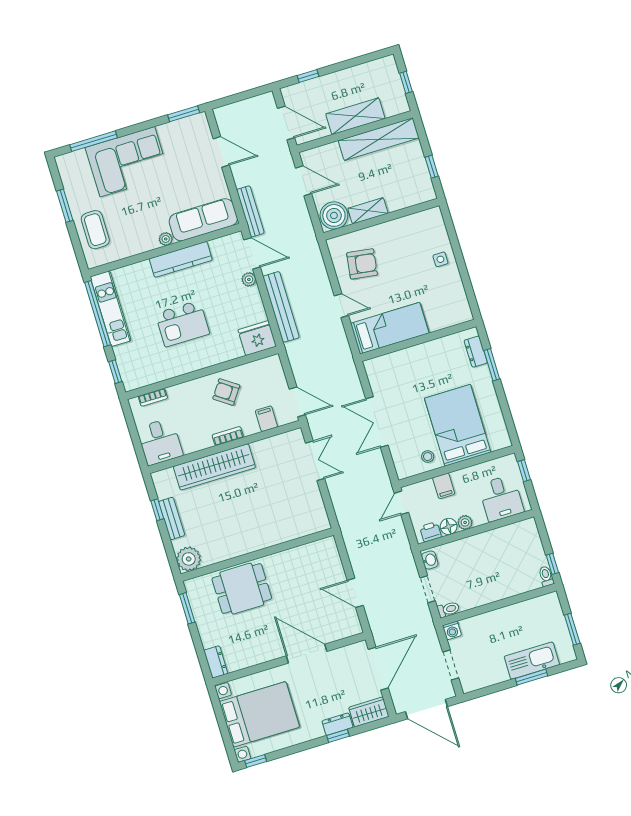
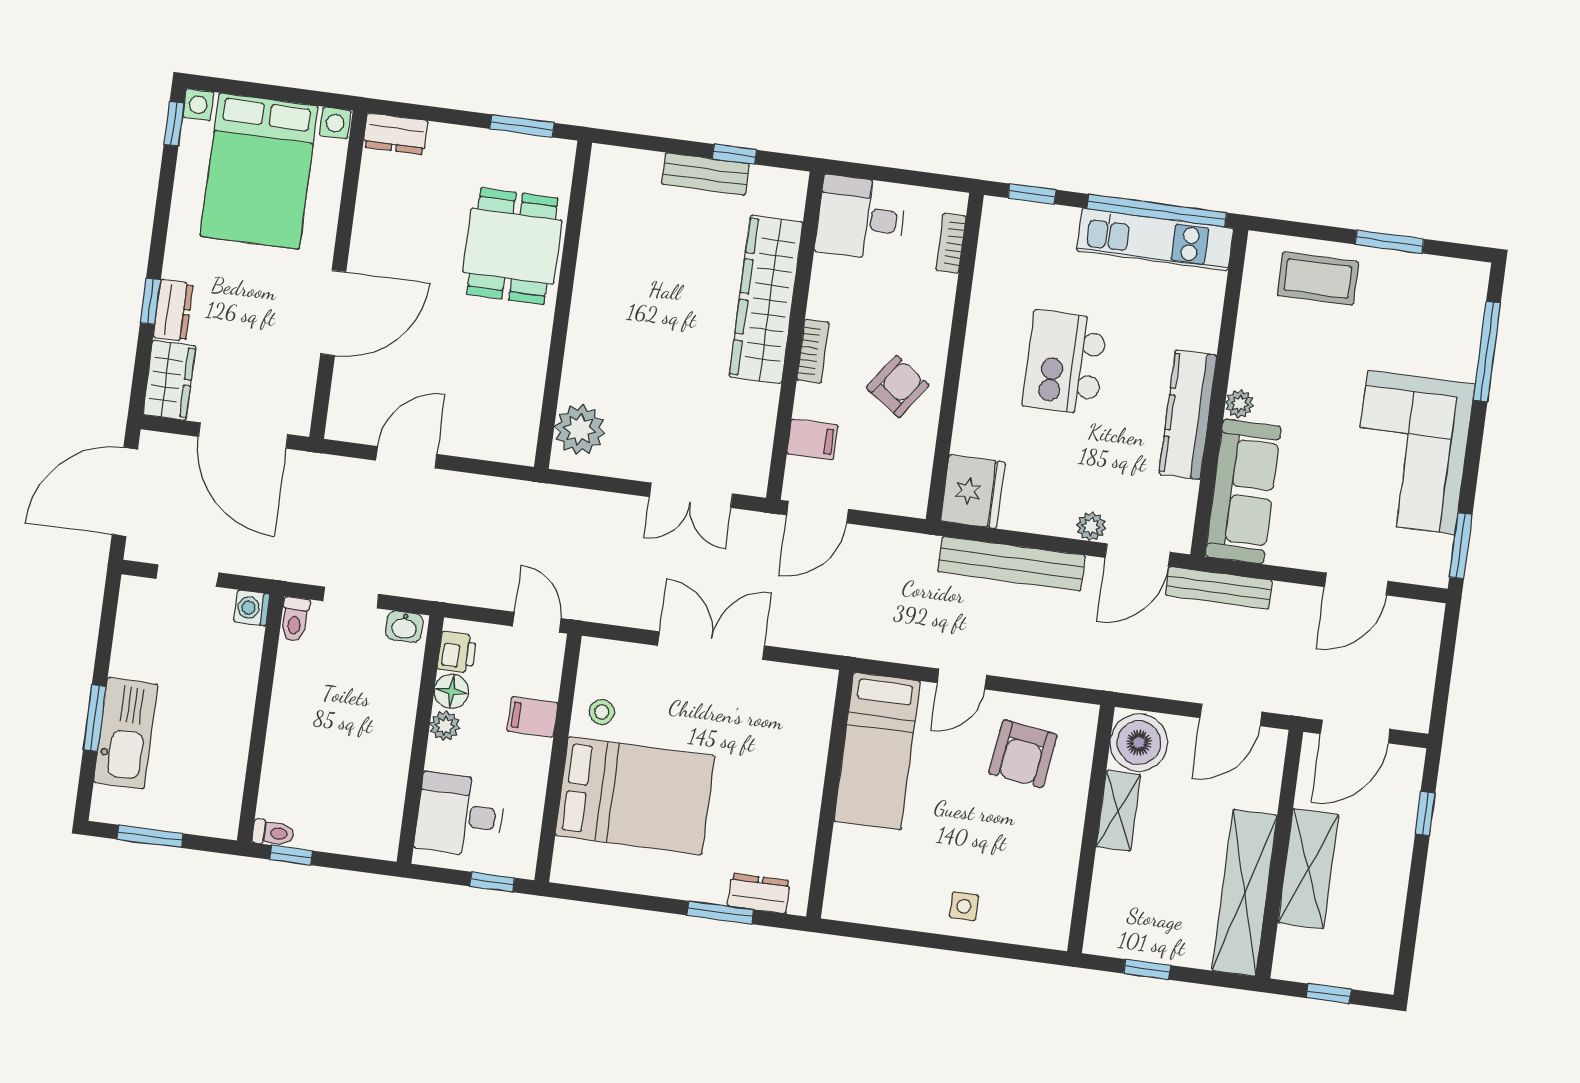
corner sofa: (127, 162) -> (1411, 452), moved
plant: (189, 559) -> (580, 430), moved

